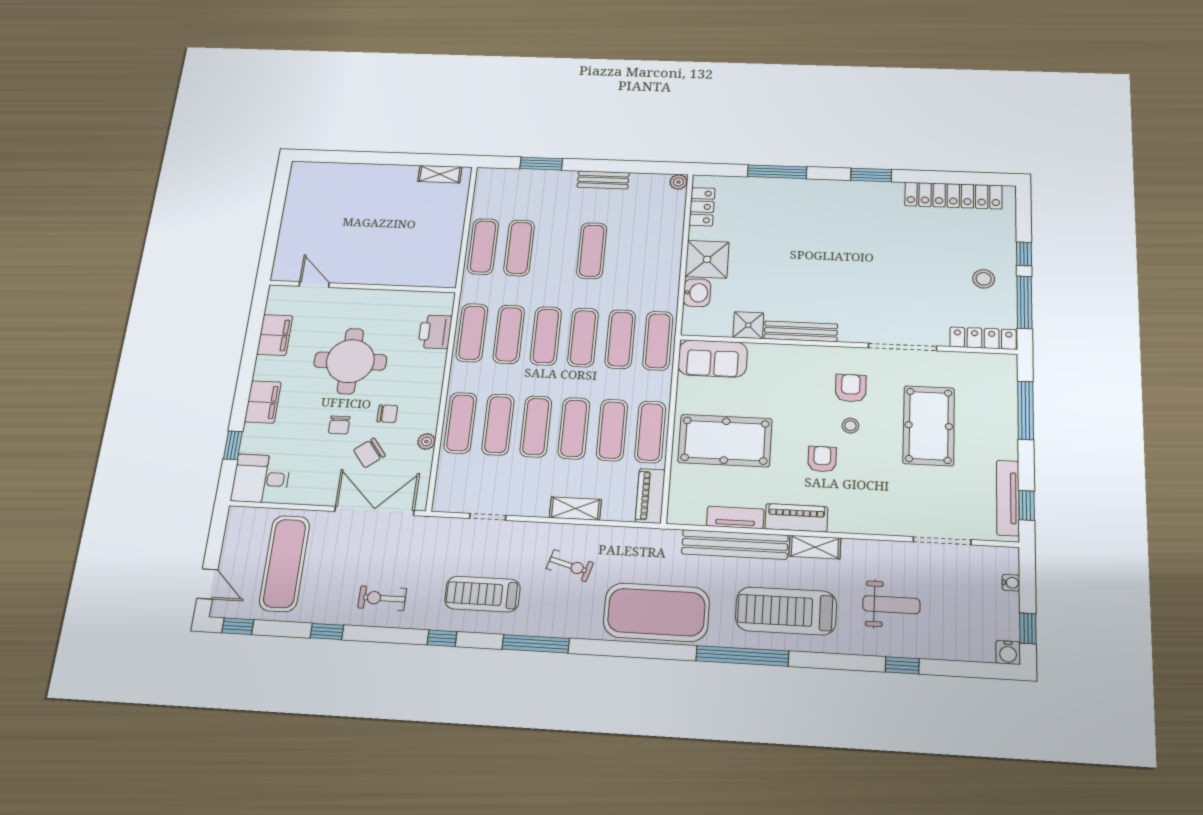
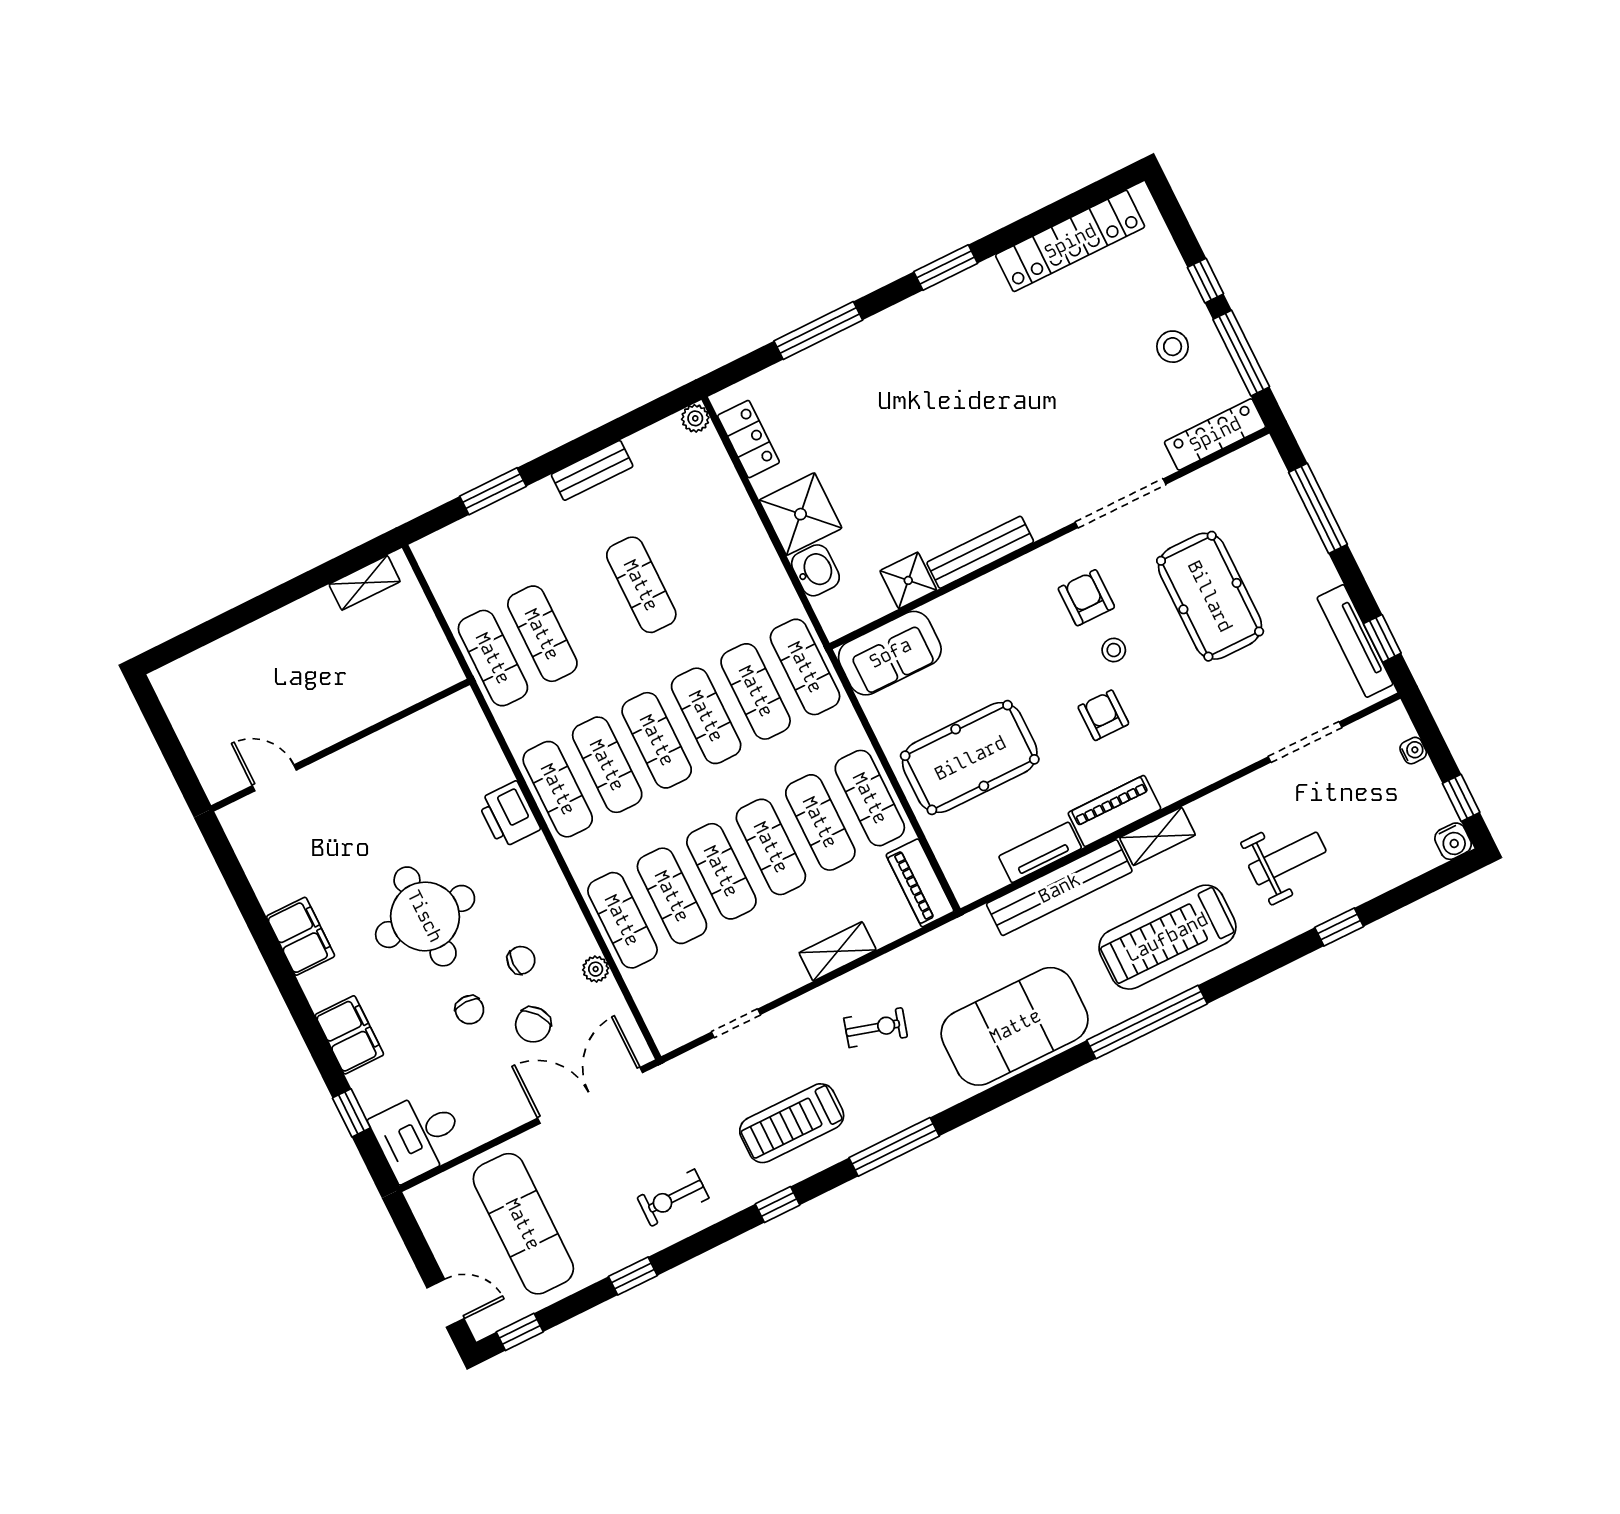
door: (314, 284) -> (274, 778), moved
wall: (362, 286) -> (340, 745), moved

